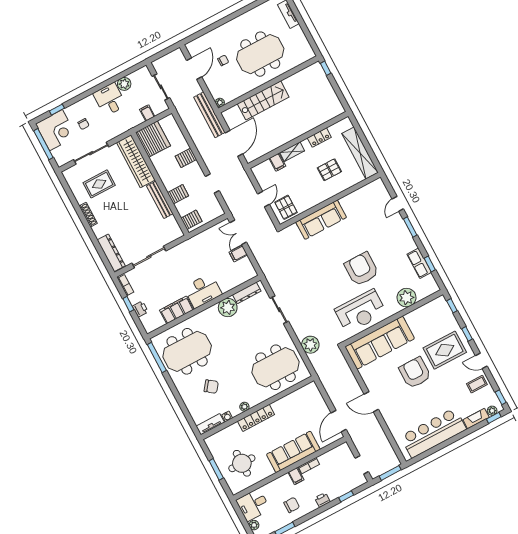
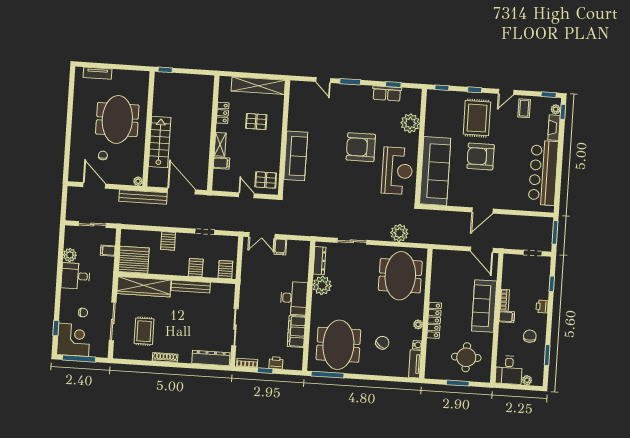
pallet: (329, 170) -> (256, 122), turned 90

